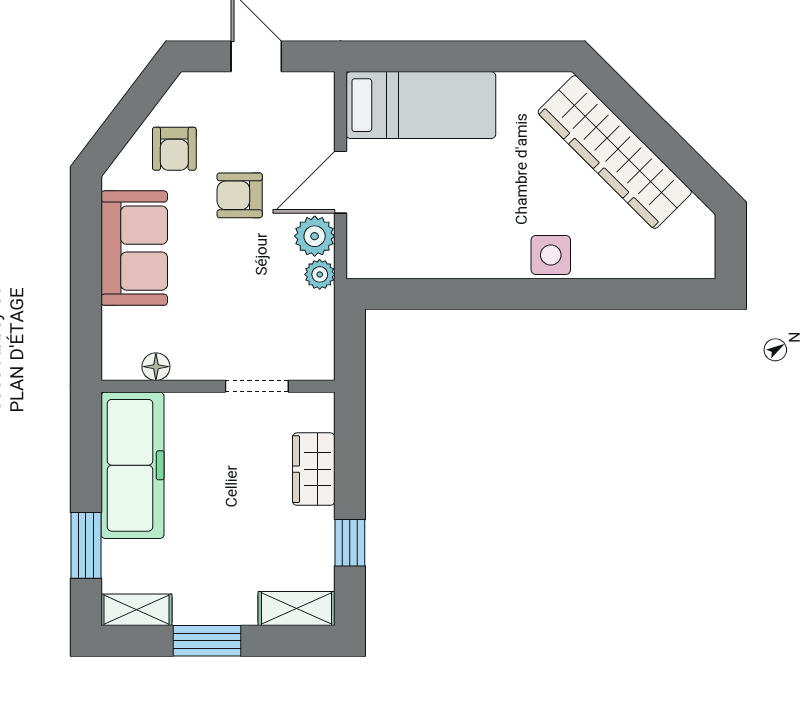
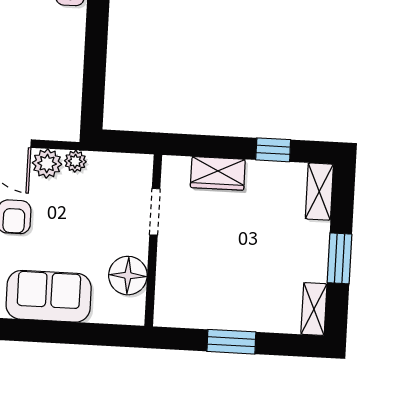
floor lamp: (156, 367) -> (128, 276), width x1.89, depth x1.89
freezer: (132, 465) -> (208, 306), removed
window: (86, 545) -> (231, 342), moved

